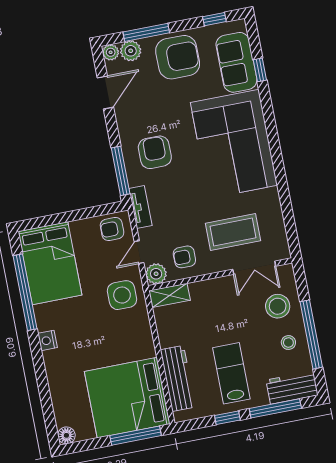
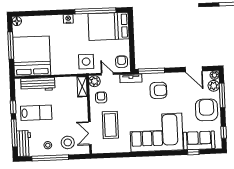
armchair: (178, 57) -> (207, 110), turned 180
window: (136, 436) -> (11, 46), moved

